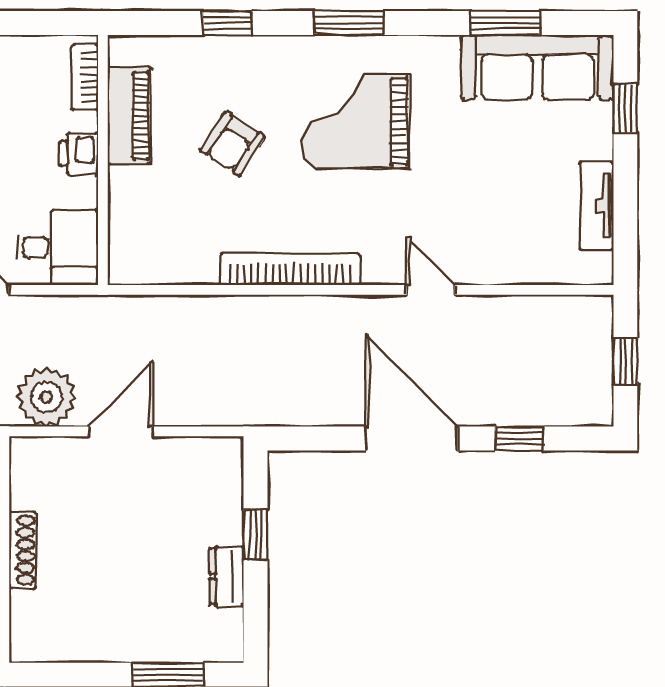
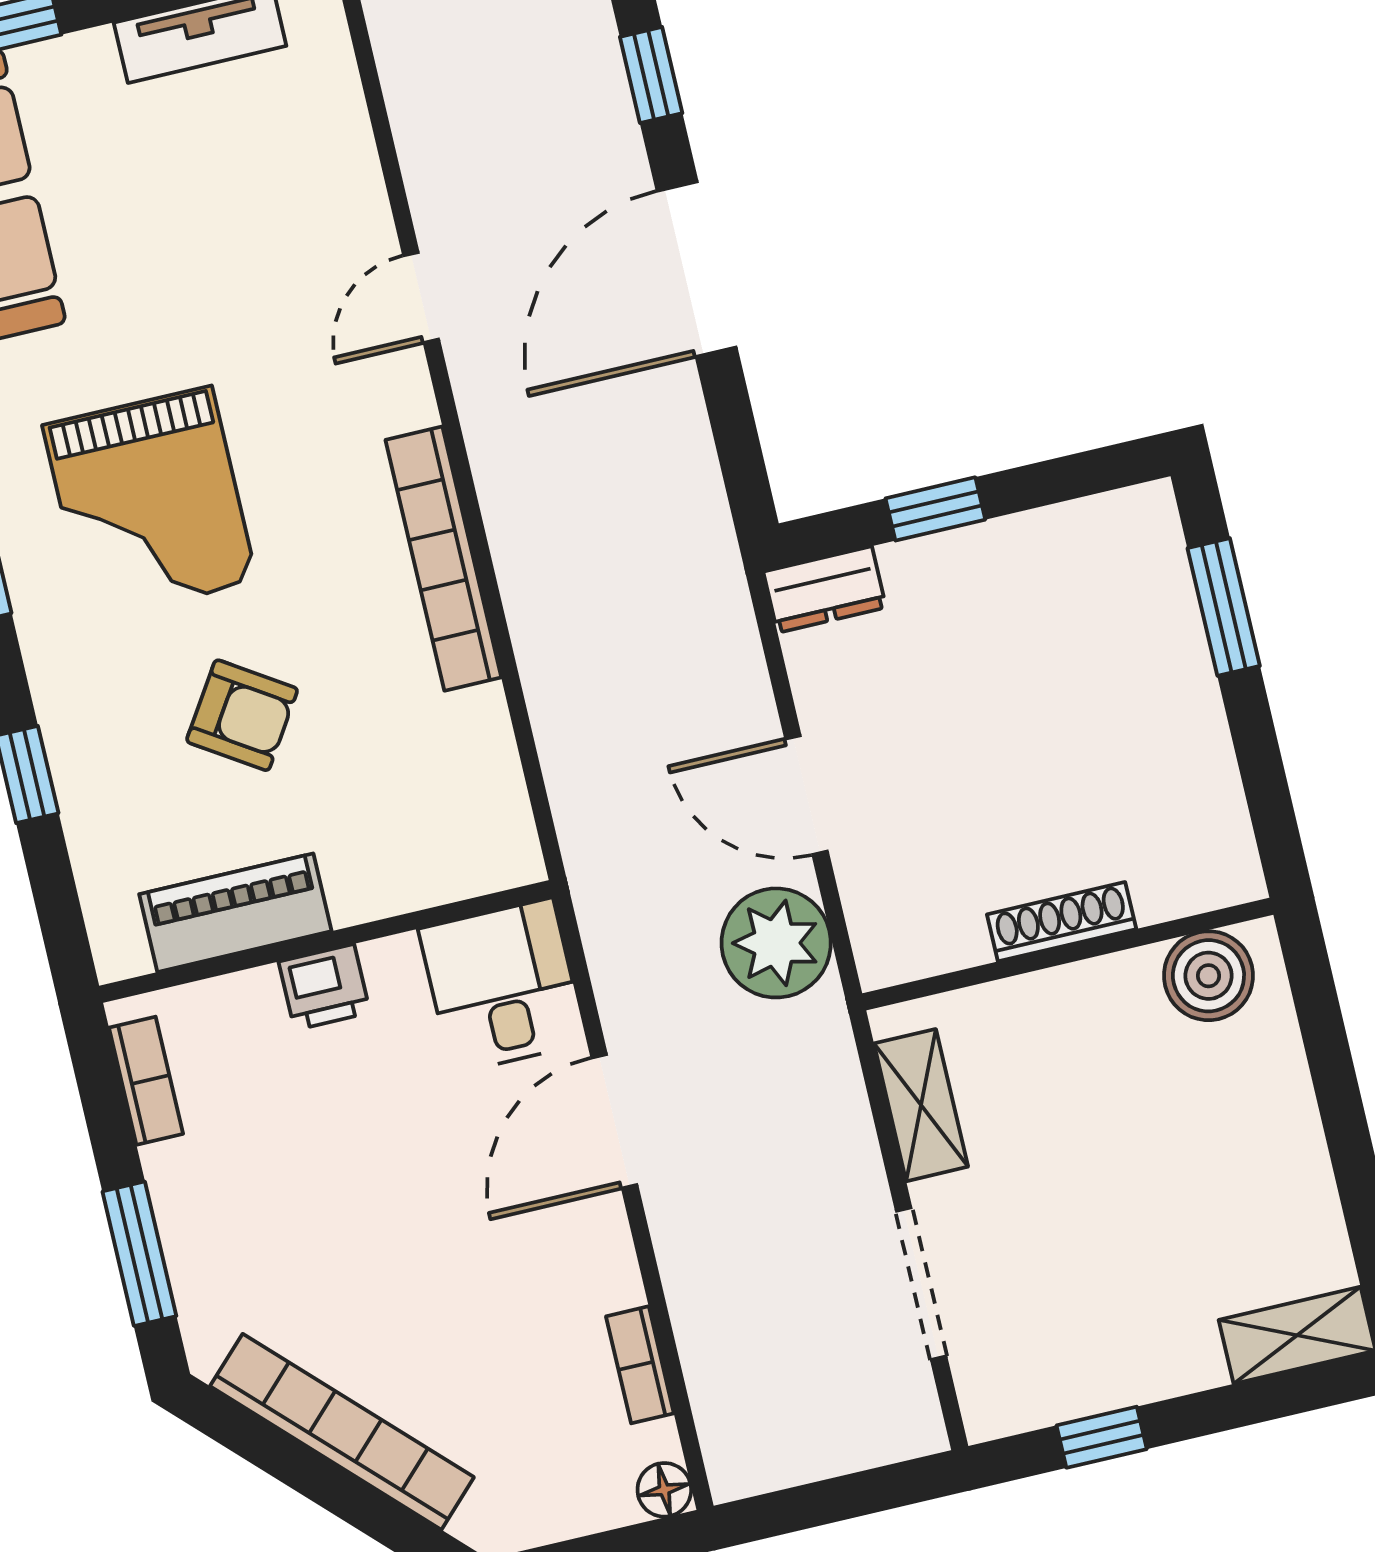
bookcase: (85, 77) -> (146, 1081), moved, turned -90
dresser: (227, 576) -> (825, 590), moved

